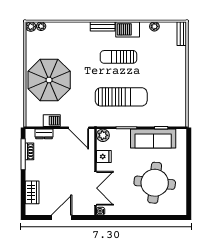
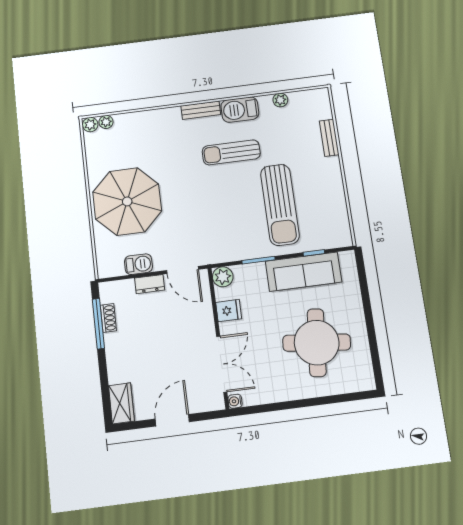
bench: (182, 34) -> (329, 138), moved
sun lounger: (121, 97) -> (280, 205), moved, turned 90
dresser: (44, 134) -> (150, 284), moved
wardrobe: (32, 192) -> (121, 403), moved

